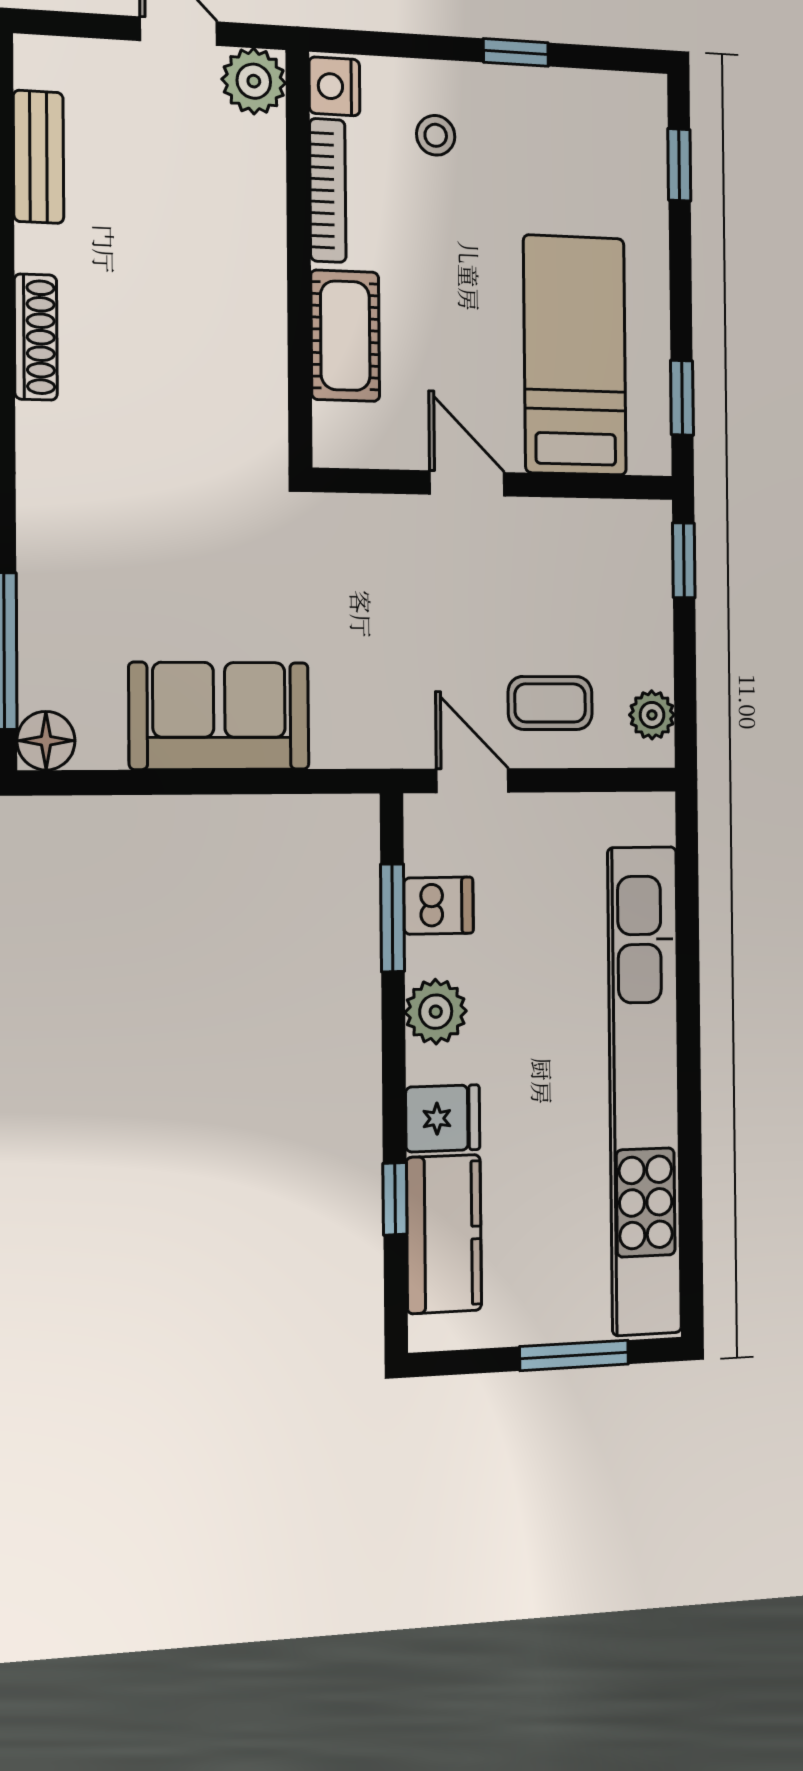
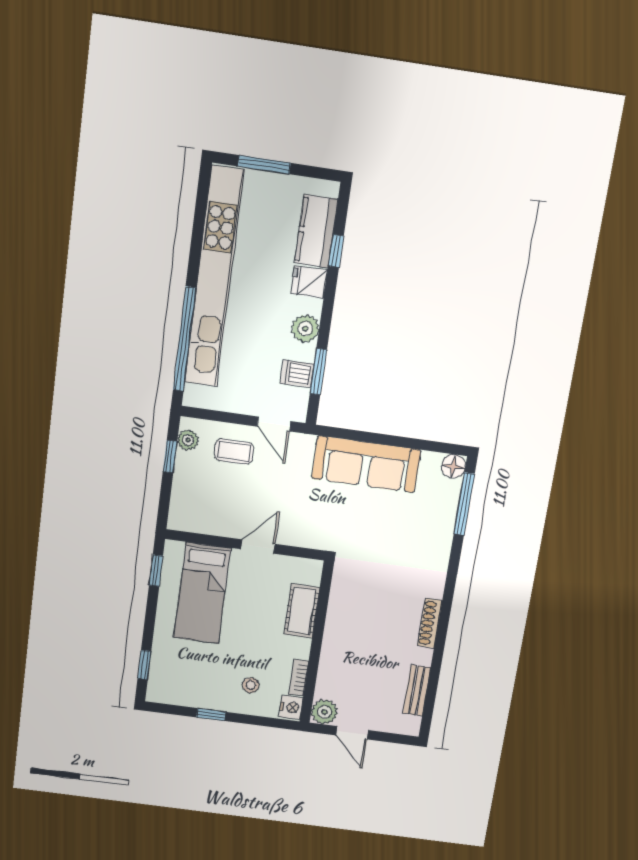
bookcase: (328, 190) -> (299, 678), width x0.64
door: (467, 483) -> (258, 546), swing flipped
window: (684, 560) -> (170, 456), moved
sofa: (219, 716) -> (366, 464), width x1.36
window: (688, 943) -> (185, 339), added

